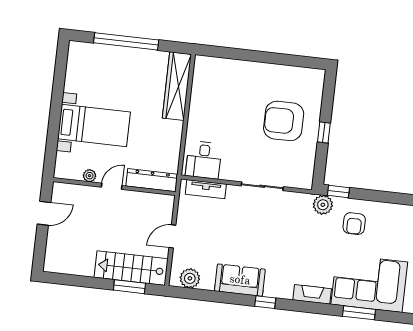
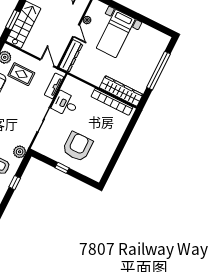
bookcase: (198, 94) -> (112, 102), added
desk: (204, 160) -> (65, 104), moved
window: (338, 191) -> (15, 183), moved
door: (172, 236) -> (47, 63), moved
rug: (206, 244) -> (21, 74), added

